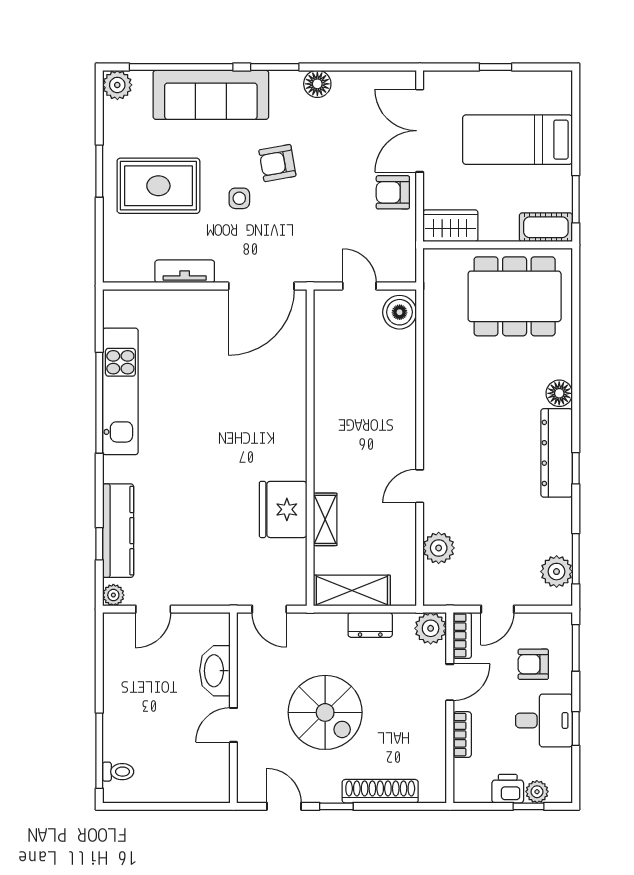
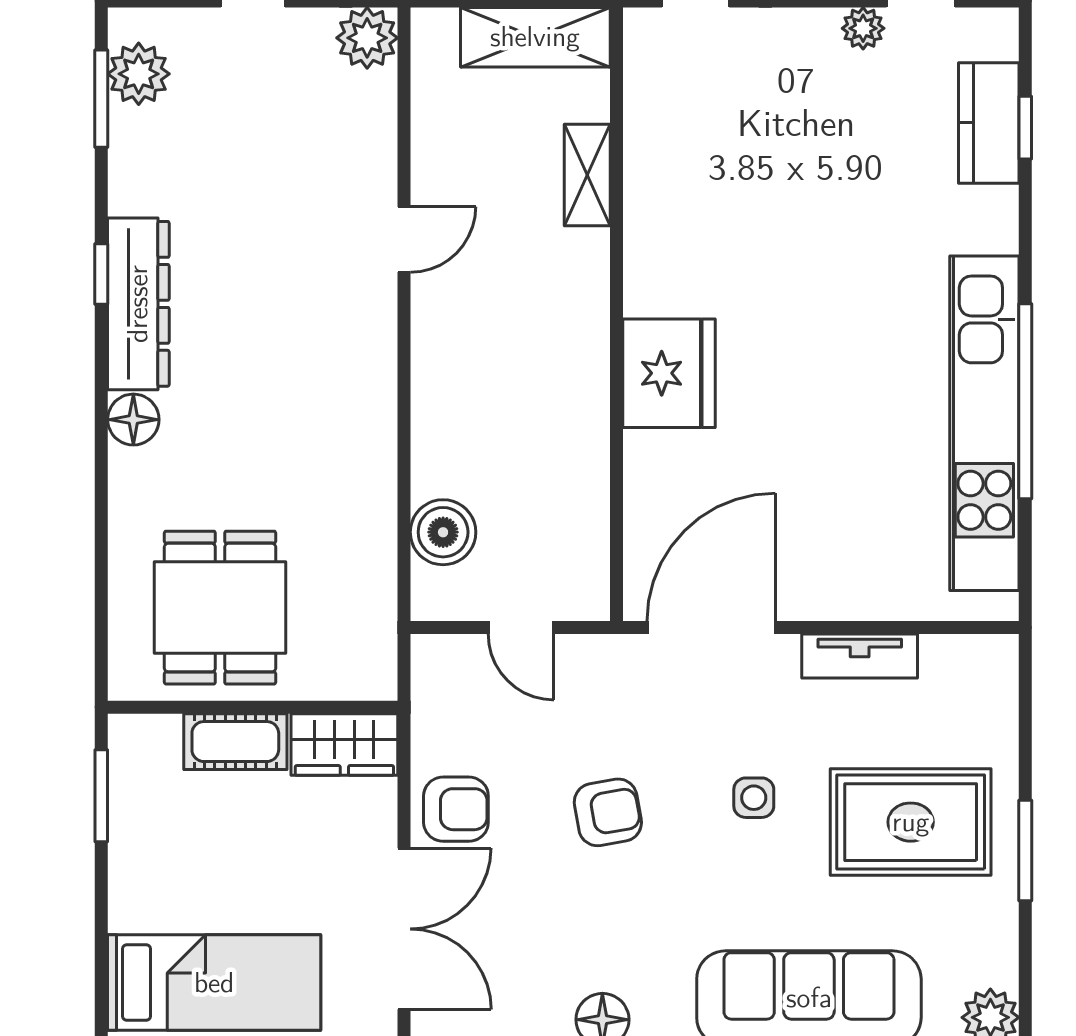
bed: (518, 140) -> (214, 983), moved
armchair: (277, 163) -> (608, 812), moved
cot: (546, 227) -> (235, 742), moved
dining table: (515, 296) -> (220, 608), width x0.73
boiler: (400, 312) -> (443, 532), moved
kitchen unit: (120, 391) -> (984, 423), width x1.36
fridge: (283, 509) -> (669, 373), moved
kitchen counter: (118, 531) -> (989, 123), width x0.67
plant: (439, 548) -> (367, 38), moved
plant: (113, 595) -> (863, 28), moved

